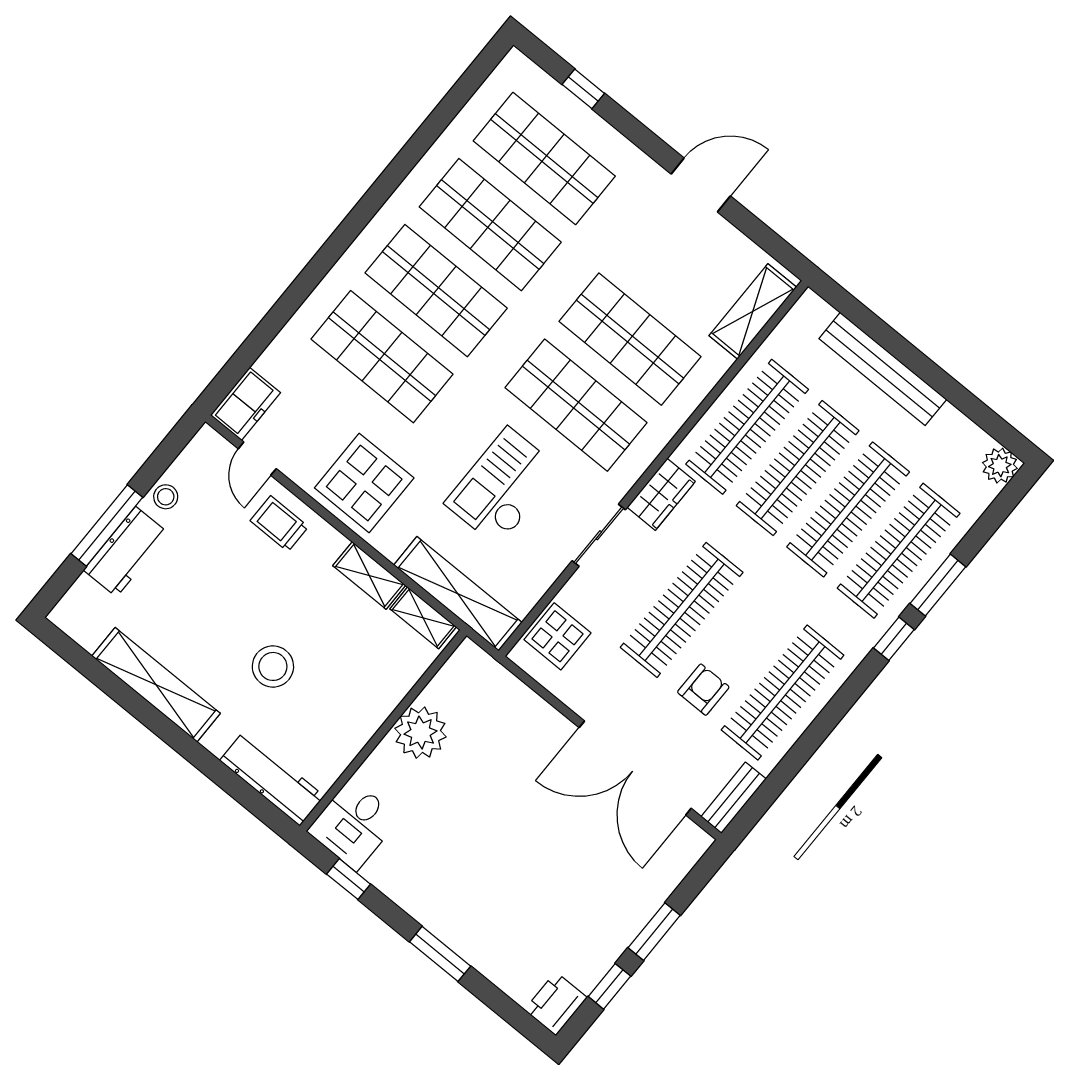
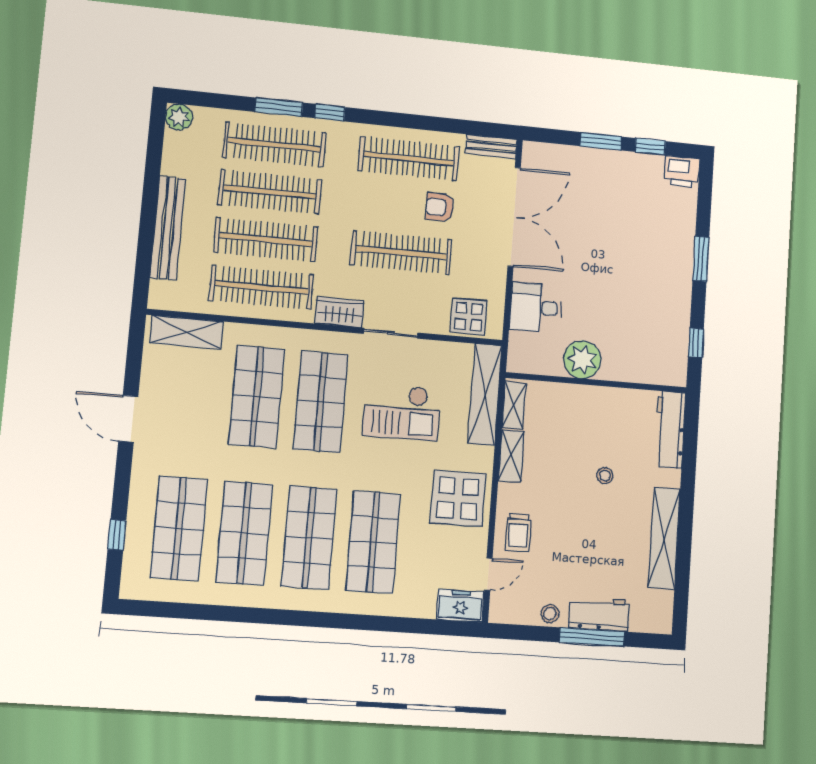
stool: (273, 666) -> (605, 476), width x0.53, depth x0.53
desk: (353, 825) -> (536, 307), moved, turned 180

